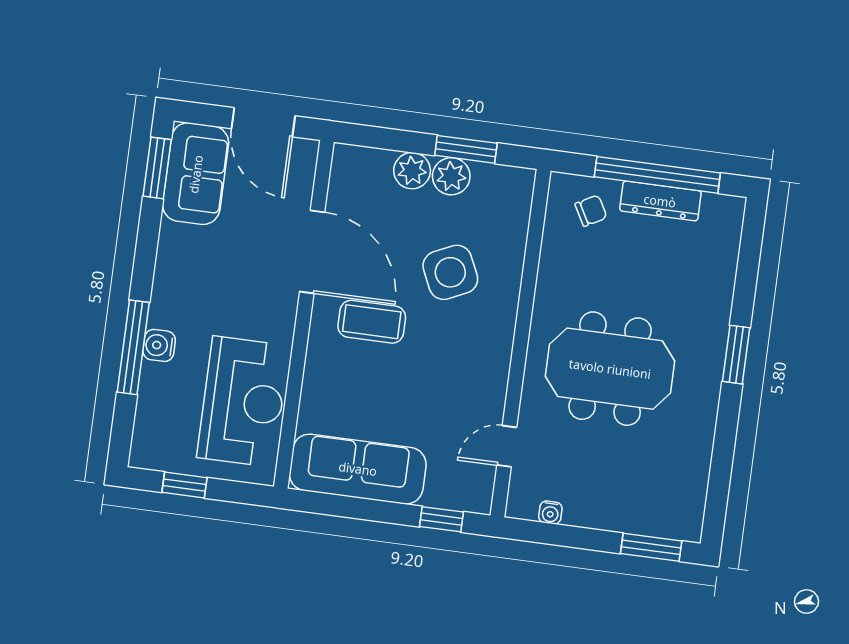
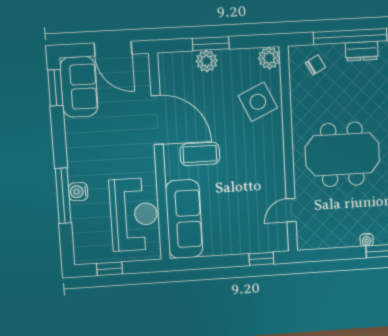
window: (466, 149) -> (211, 44), moved
plant: (451, 176) -> (269, 58), moved
dresser: (660, 201) -> (362, 51), width x0.70
side table: (450, 272) -> (258, 102), moved
sofa: (358, 469) -> (184, 219), moved, turned 90
water cooler: (550, 512) -> (367, 240), moved

